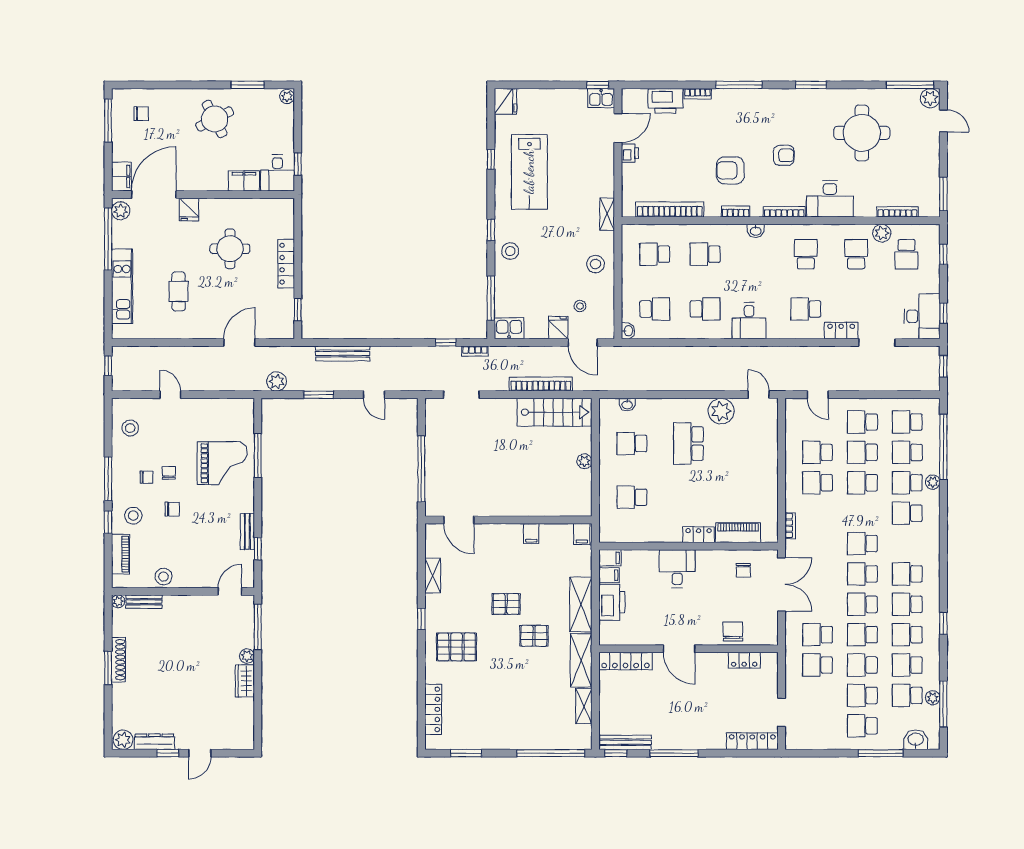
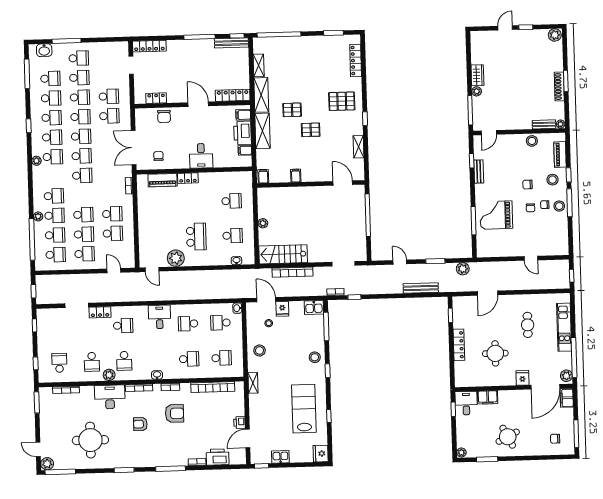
kitchen sink: (601, 98) -> (280, 457), moved
plant: (882, 233) -> (109, 375), moved
desk: (922, 316) -> (48, 323), removed
stool: (130, 428) -> (559, 206), moved
filing cabinet: (610, 558) -> (243, 115), moved
plant: (933, 698) -> (36, 161), moved
dresser: (154, 742) -> (535, 34), removed

